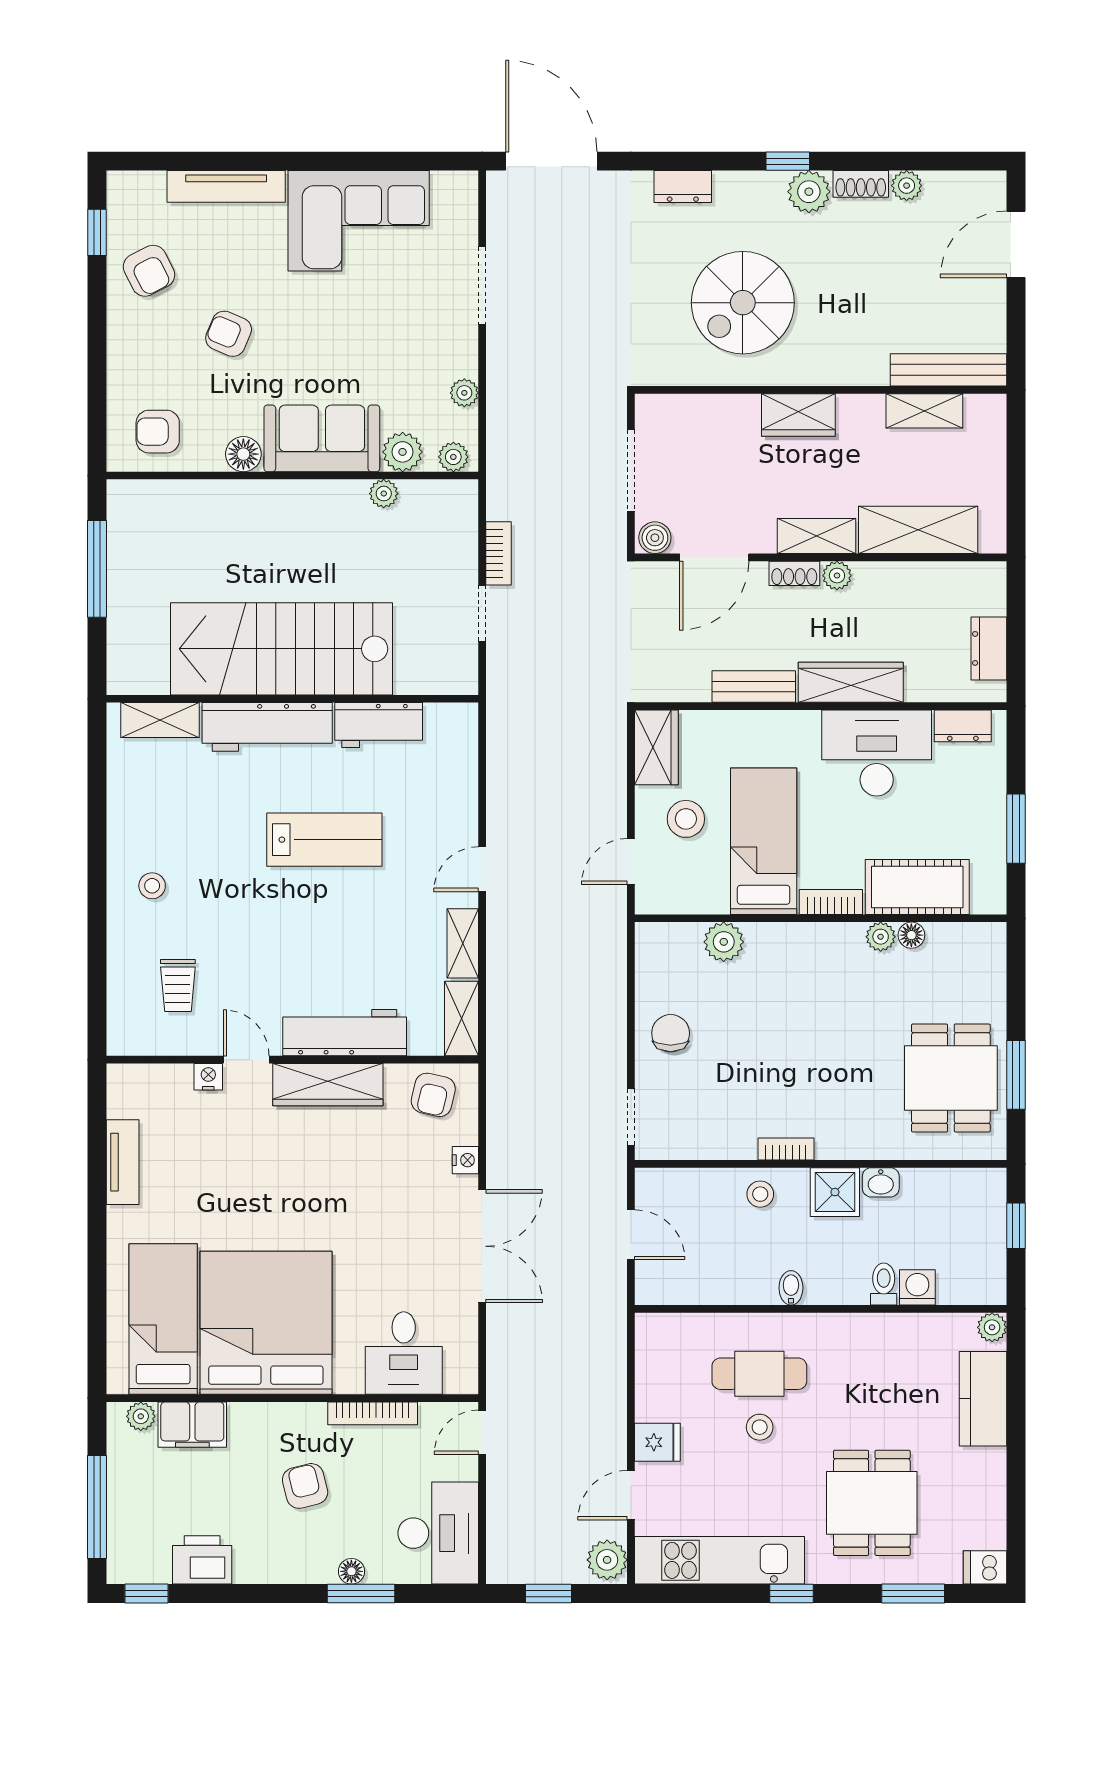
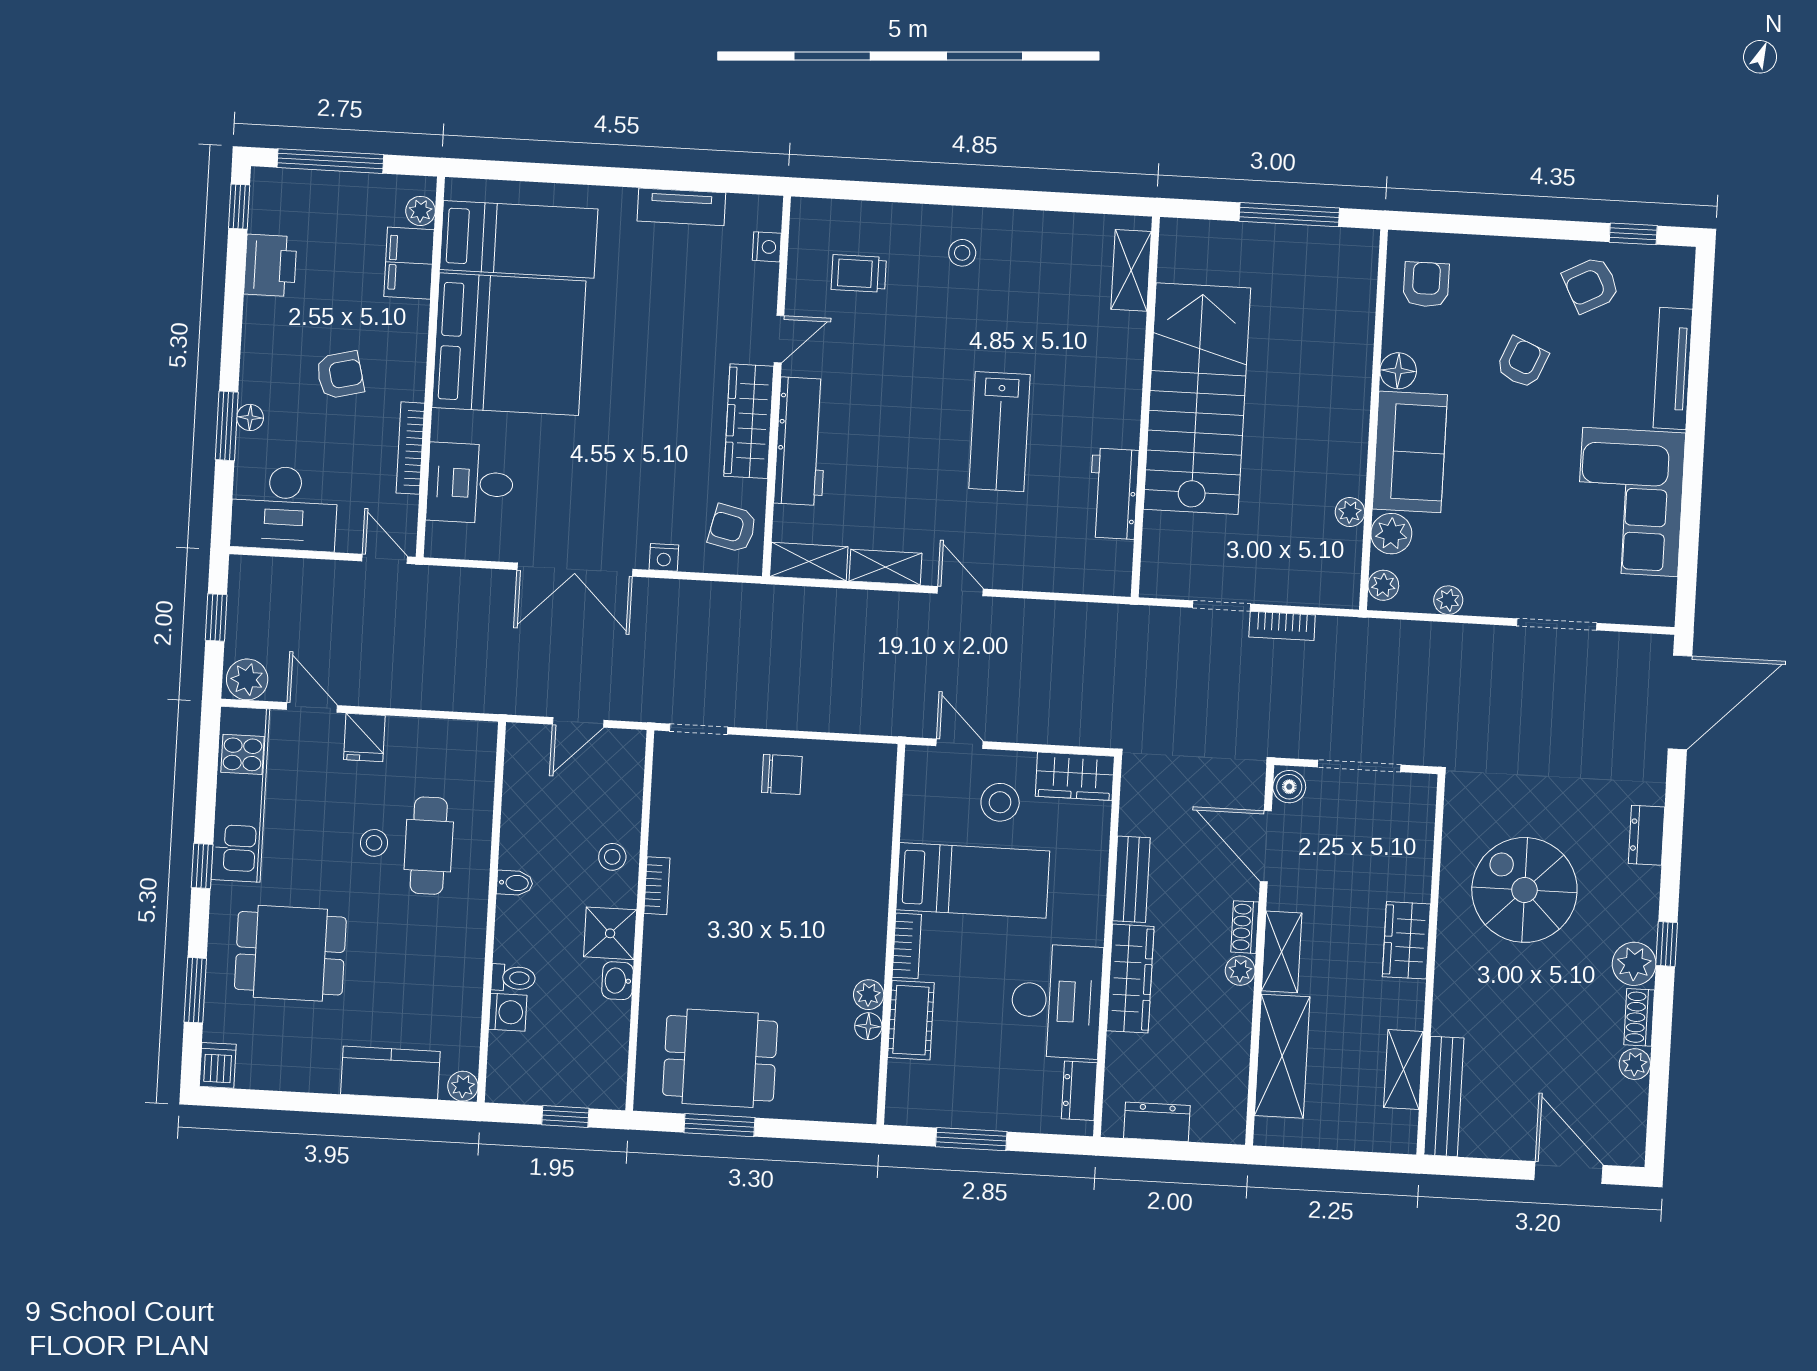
workbench: (267, 727) -> (1118, 379), removed
cot: (917, 887) -> (911, 1020), width x0.73, depth x0.75
plant: (724, 942) -> (872, 834), removed
nightstand: (208, 1077) -> (767, 247), moved

